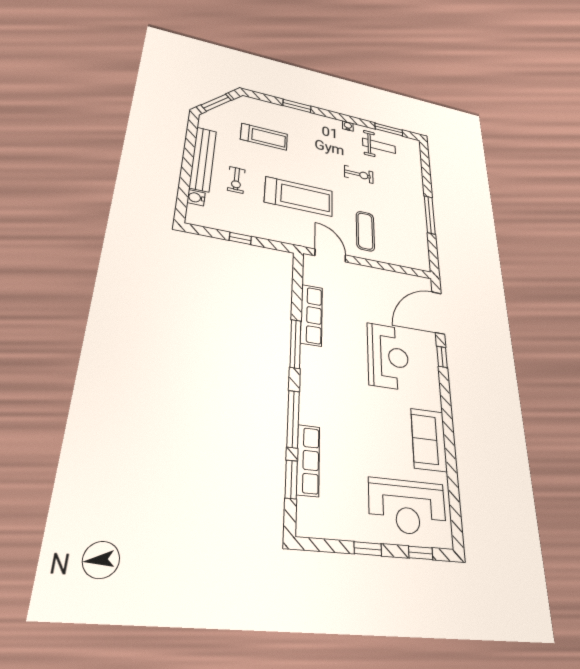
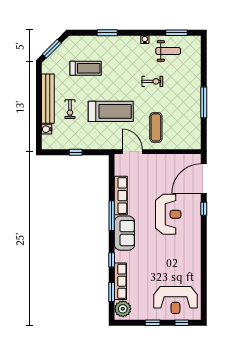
window: (293, 419) -> (112, 260), width x0.46
sofa: (429, 440) -> (124, 233), moved, turned 180
plant: (311, 515) -> (123, 309), added

